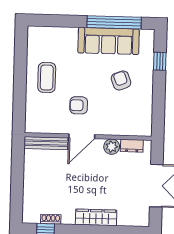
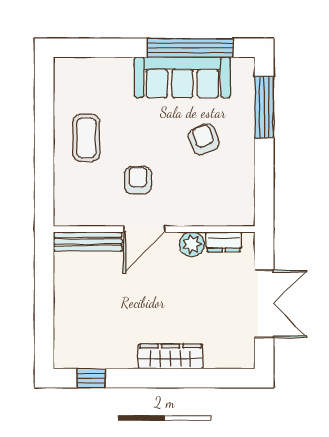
window: (160, 61) -> (264, 107), width x2.17
armchair: (79, 105) -> (138, 180), turned 90
shoe rack: (51, 219) -> (99, 361), removed

